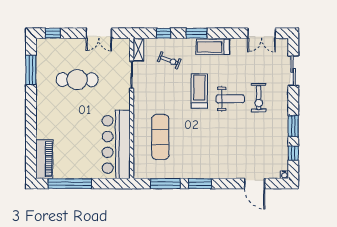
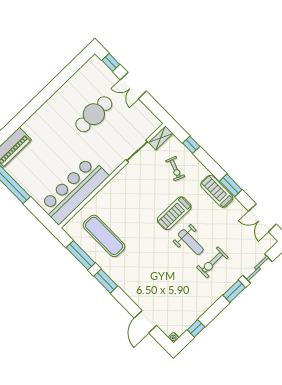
double door: (99, 33) -> (133, 85), moved
window: (197, 33) -> (231, 185), moved
window: (31, 70) -> (68, 73), removed
cafe table: (77, 80) -> (94, 114), turned 90
treadmill: (199, 91) -> (174, 213), turned 180
window: (293, 126) -> (234, 291), moved
exercise mat: (160, 137) -> (104, 236), moved, turned 90

